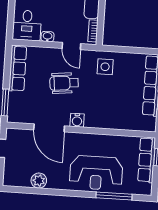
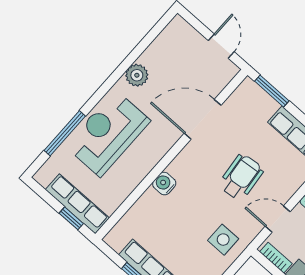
water cooler: (77, 120) -> (164, 184), moved
plant: (39, 181) -> (137, 75), moved

